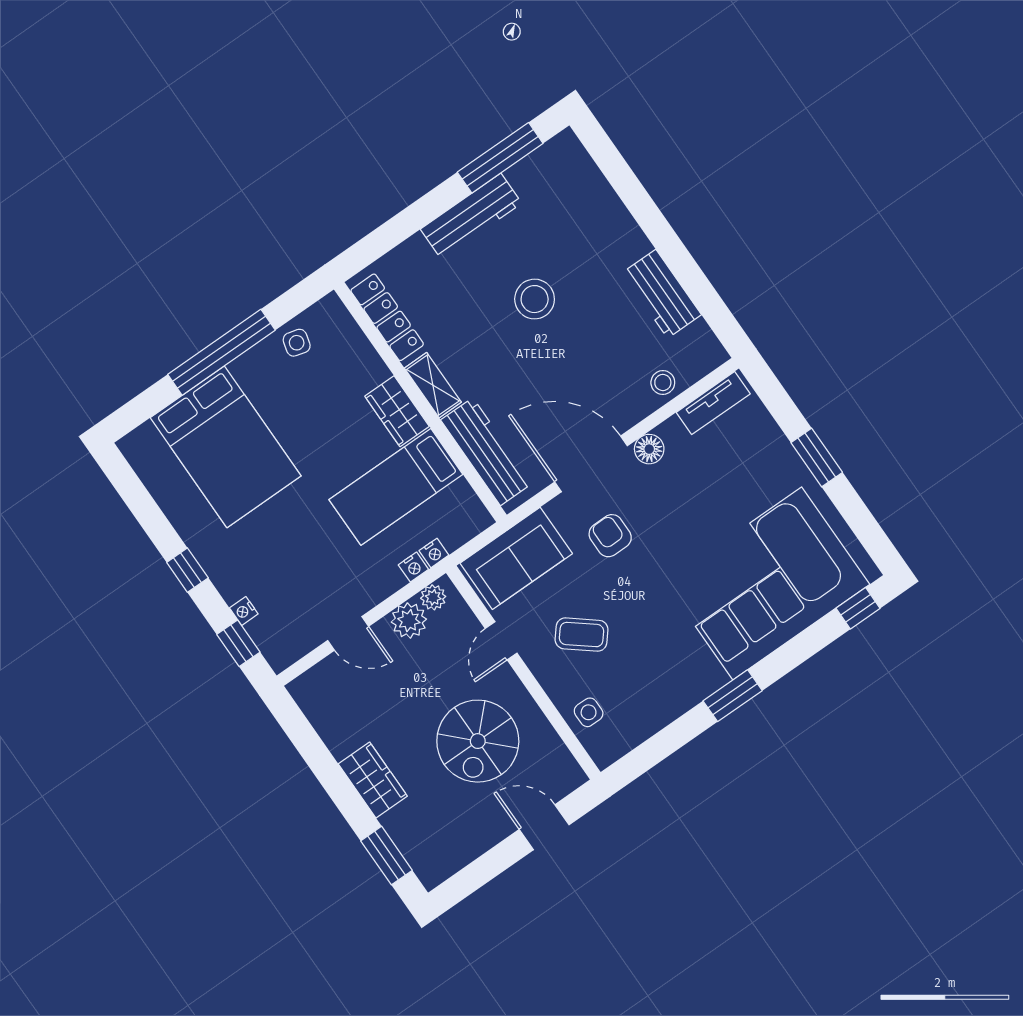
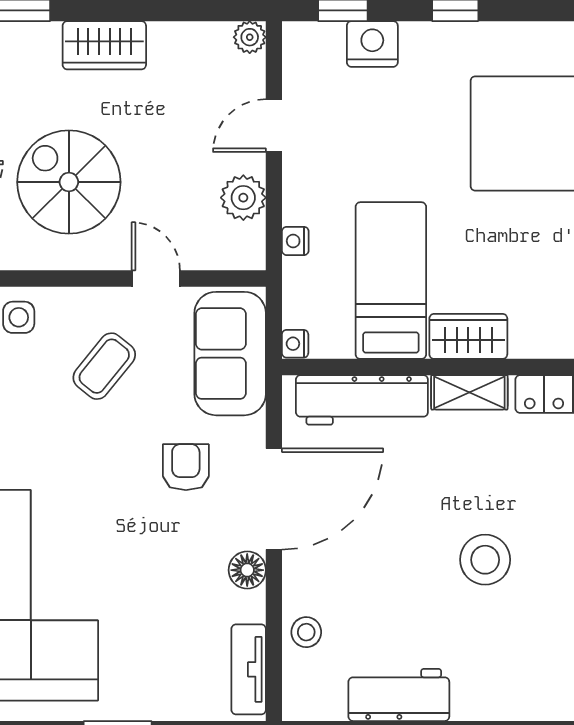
armchair: (610, 536) -> (186, 467), turned -90
nightstand: (434, 553) -> (295, 344), moved
plant: (433, 597) -> (250, 37), moved
nightstand: (244, 611) -> (372, 44), width x1.89, depth x1.79

